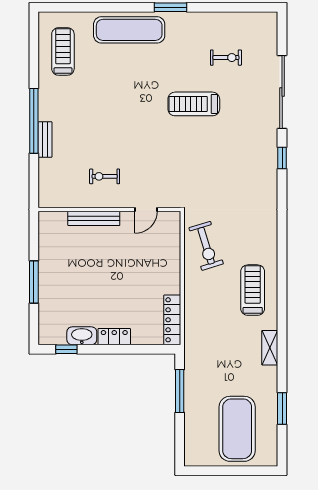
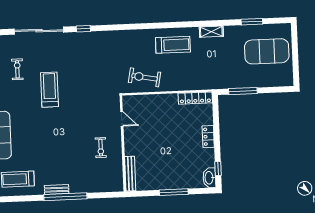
treadmill: (194, 104) -> (49, 90), turned 180
bench: (45, 139) -> (57, 190), moved
bench: (94, 218) -> (130, 174), moved
exercise bike: (206, 246) -> (145, 77), turned -152
treadmill: (253, 290) -> (173, 45), turned 180
washbasin: (82, 336) -> (209, 178), moved

